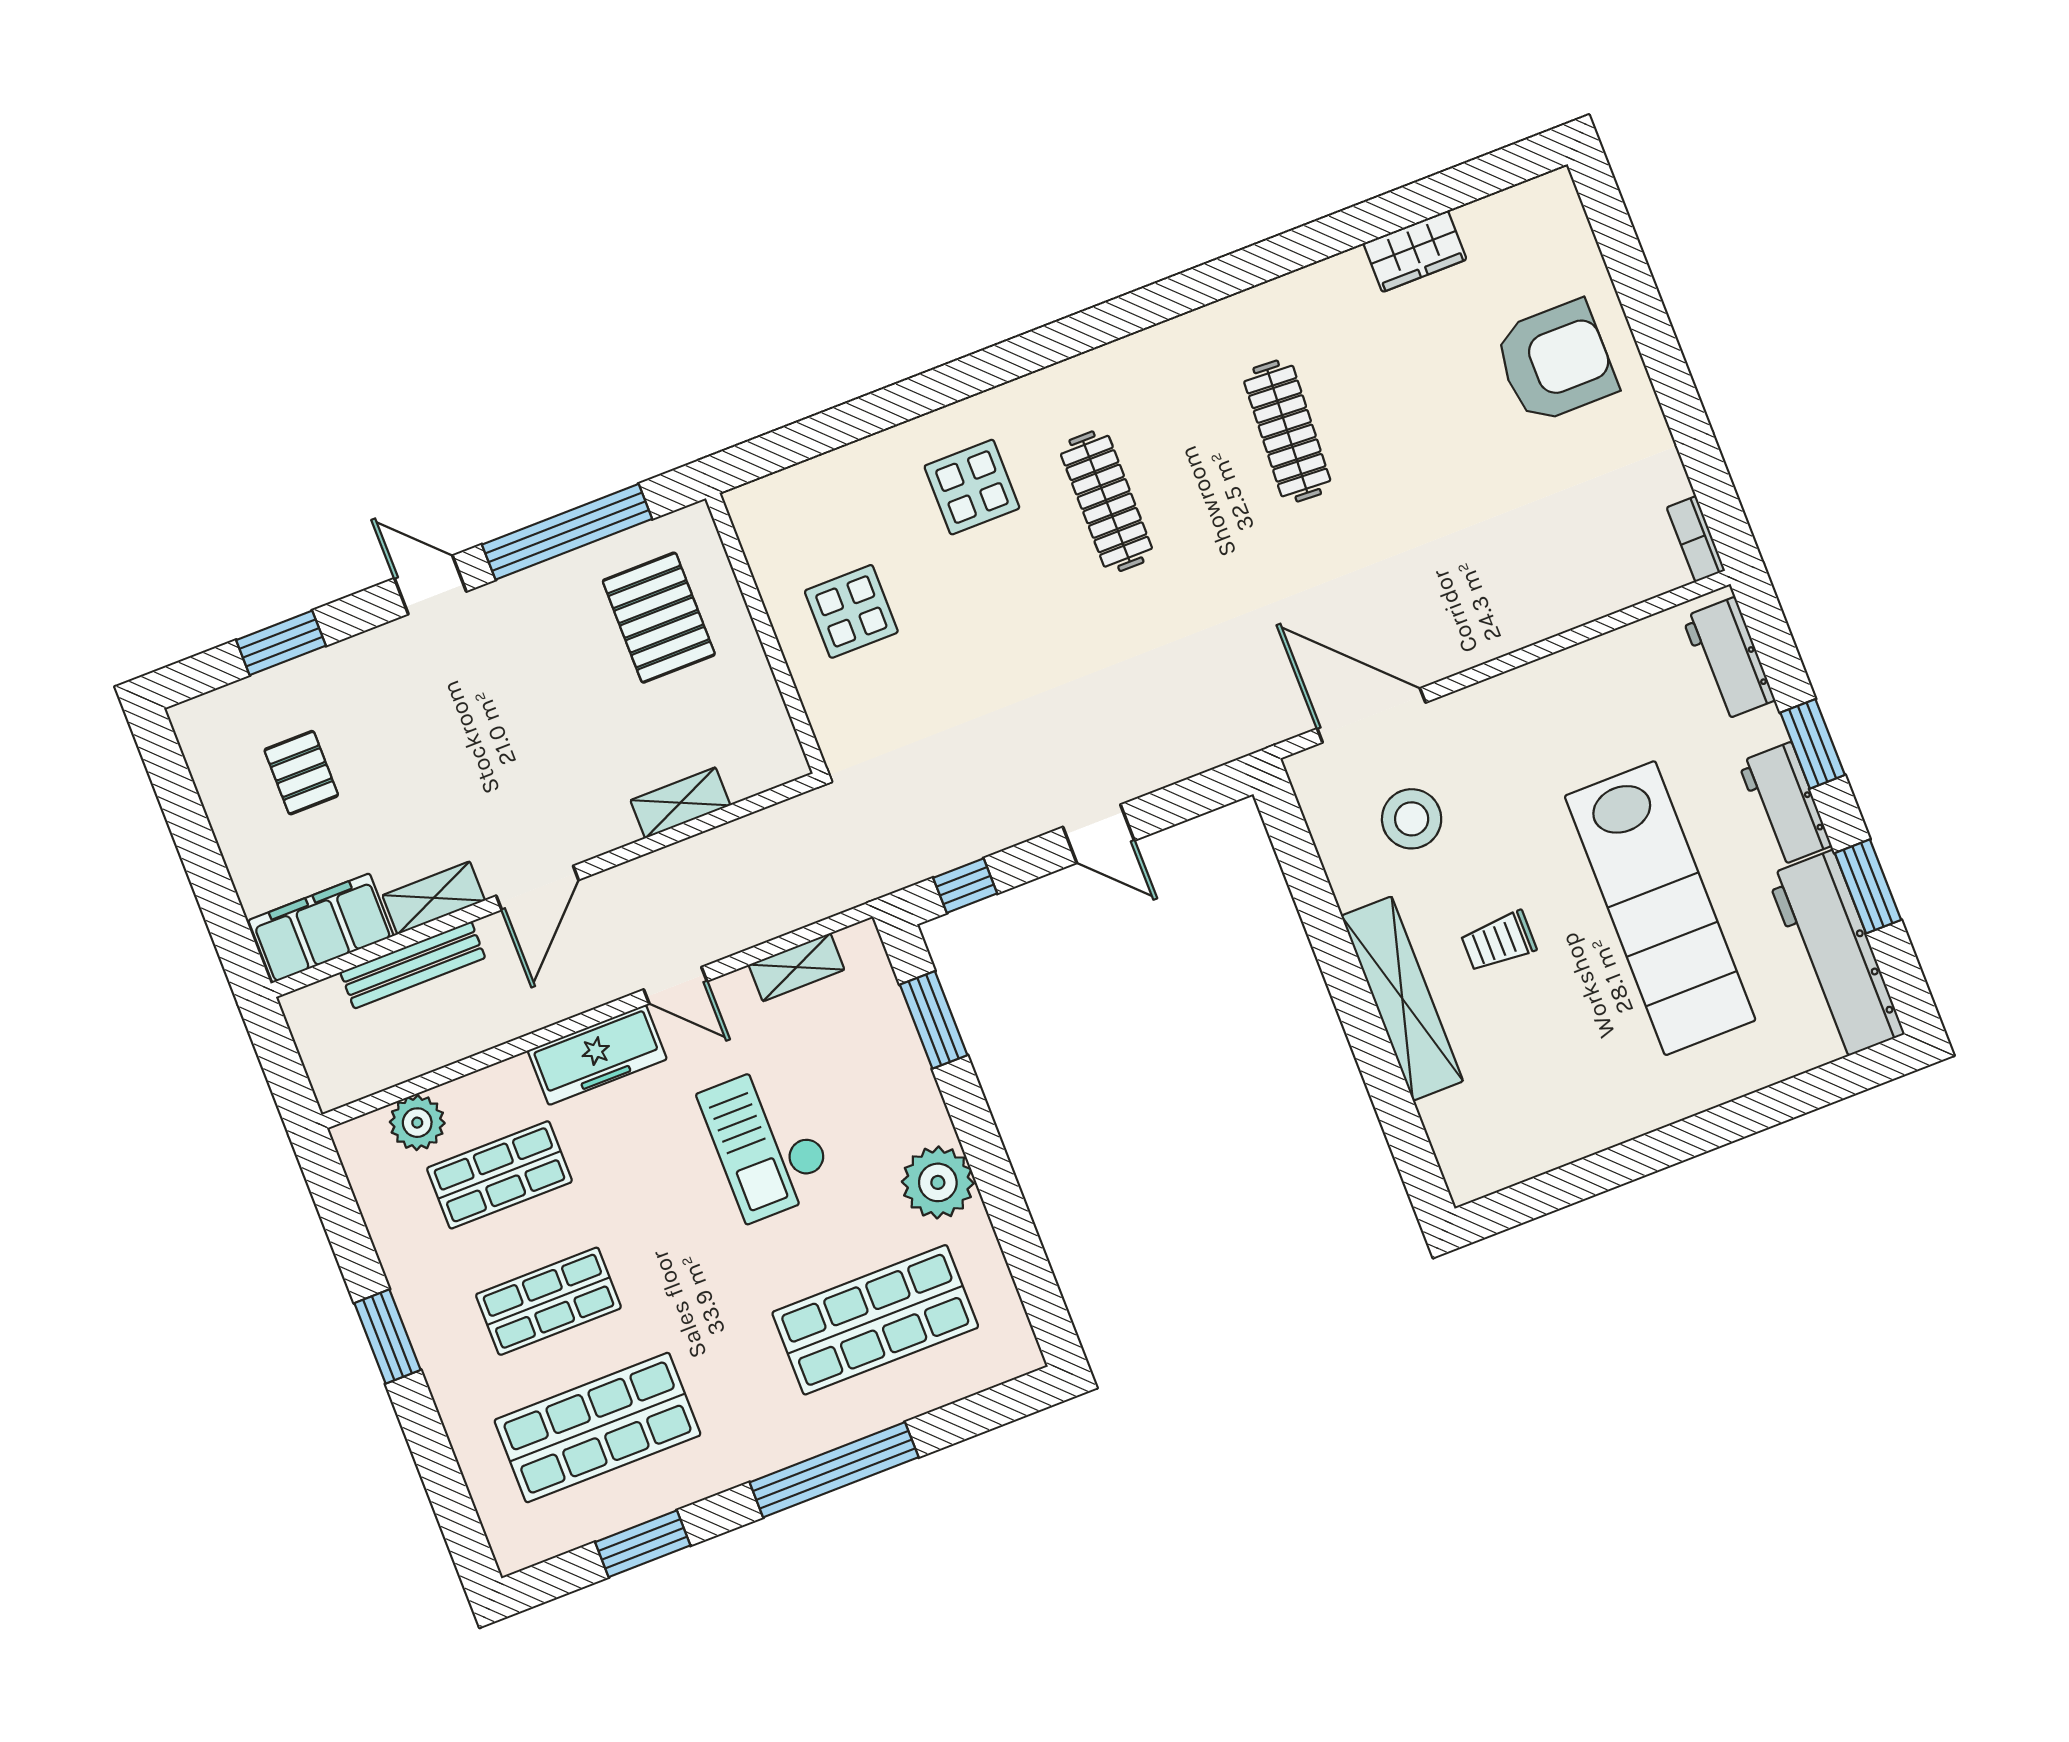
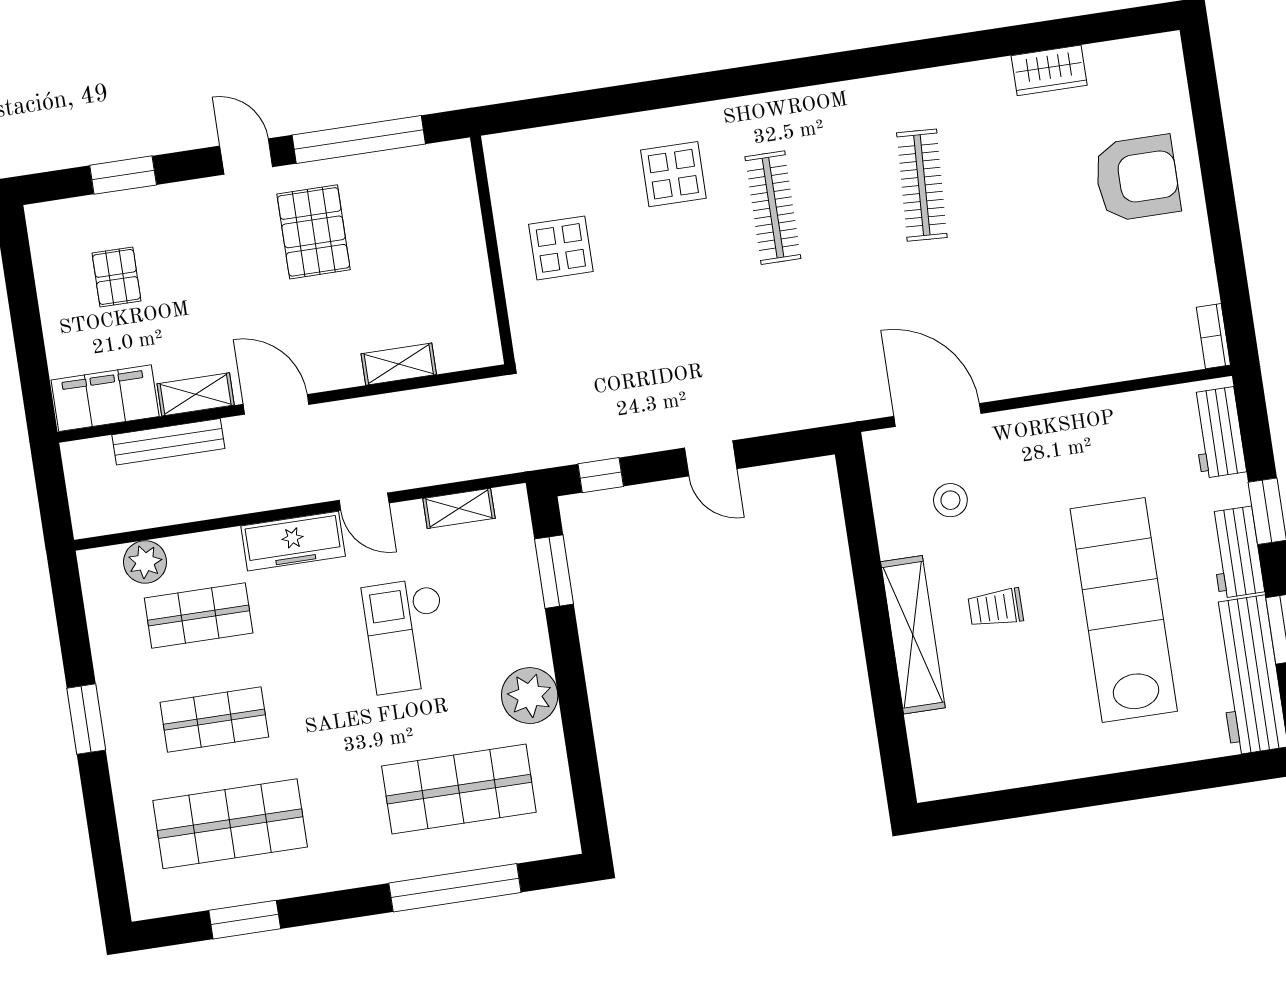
pallet: (659, 618) -> (314, 232), moved
stool: (1412, 819) -> (950, 500), width x0.73, depth x0.73
door: (537, 888) -> (276, 404), swing flipped
lab bench: (1660, 908) -> (1124, 610), turned 180
window: (834, 1470) -> (455, 888), moved

